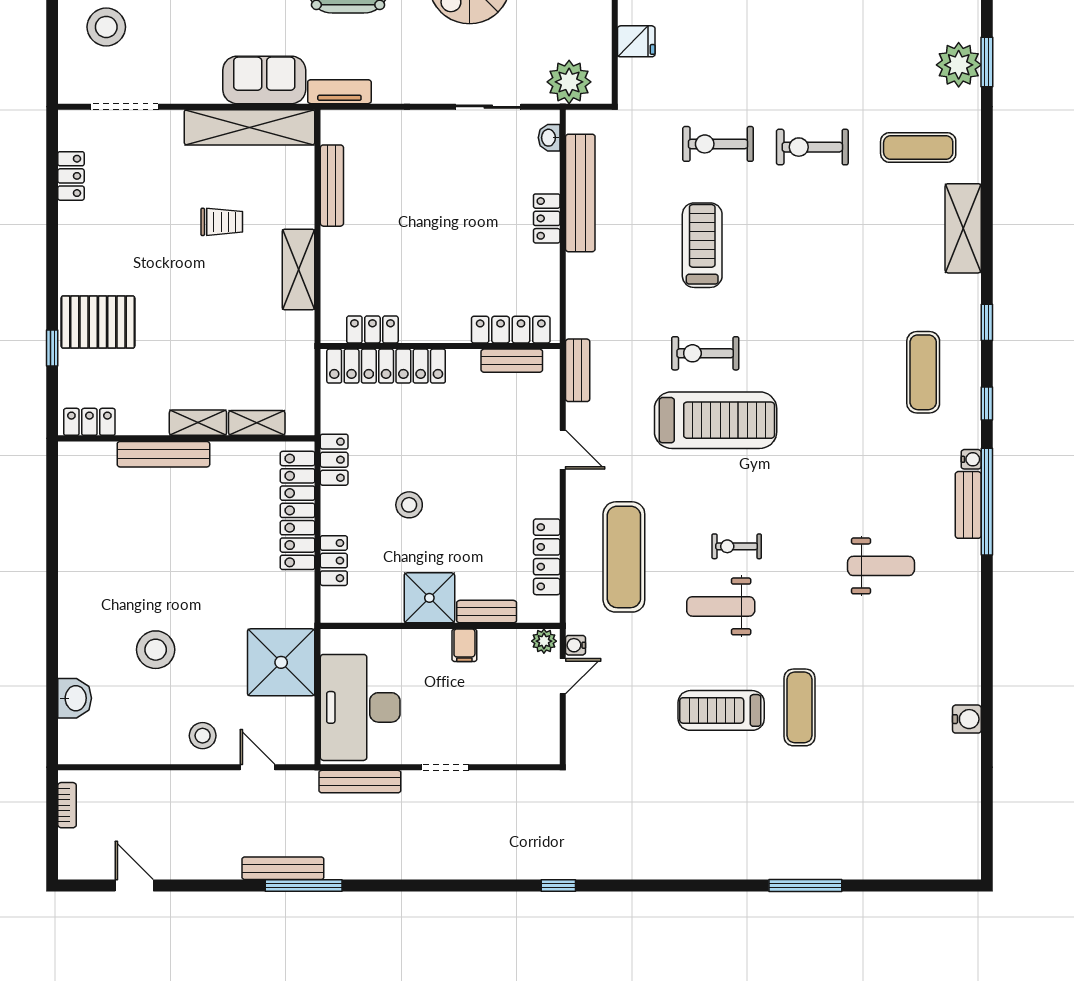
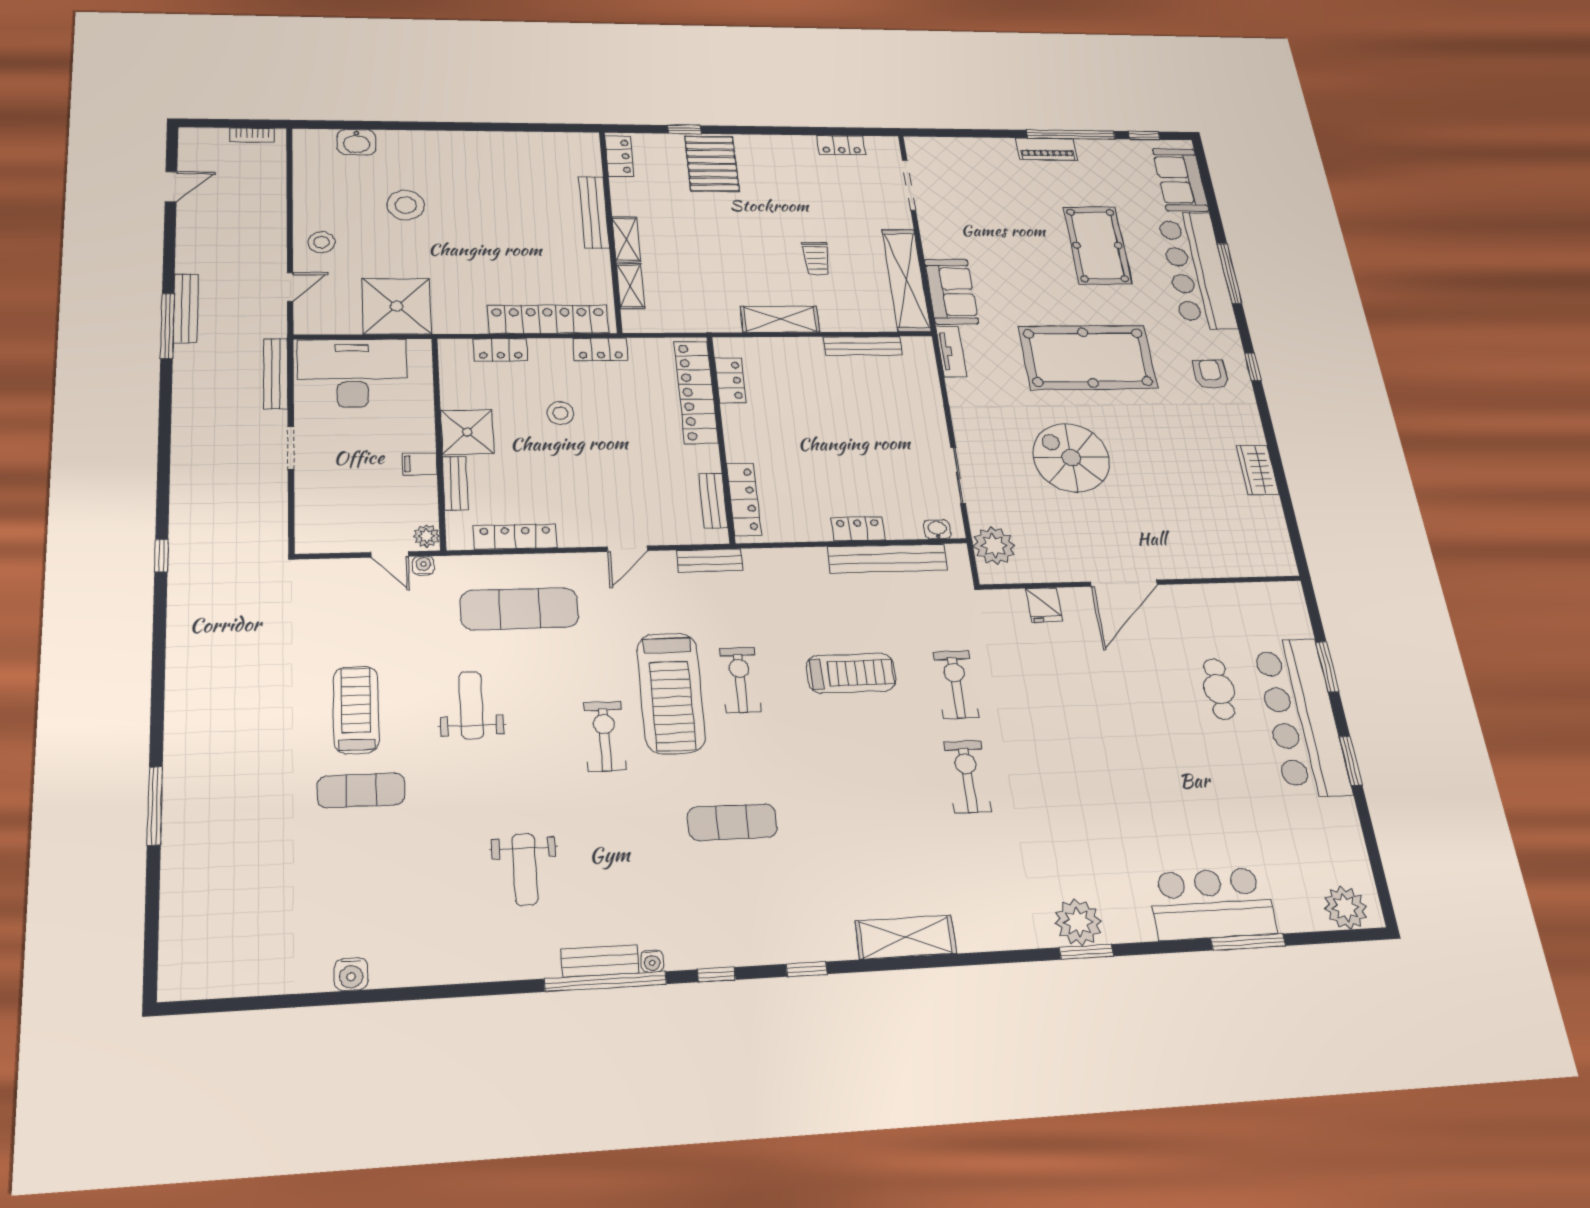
stool: (106, 27) -> (977, 172), removed
exercise mat: (918, 147) -> (984, 885), removed
exercise mat: (923, 372) -> (732, 822), moved
exercise bike: (737, 546) -> (605, 736), moved, width x1.38, depth x1.39

